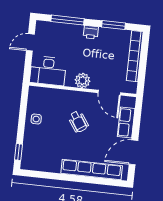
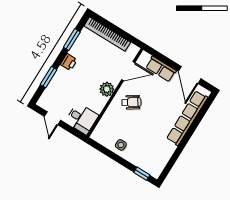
window: (68, 20) -> (49, 77), width x0.69
desk: (48, 71) -> (82, 119), width x0.73
wheelchair: (78, 122) -> (131, 102), moved

